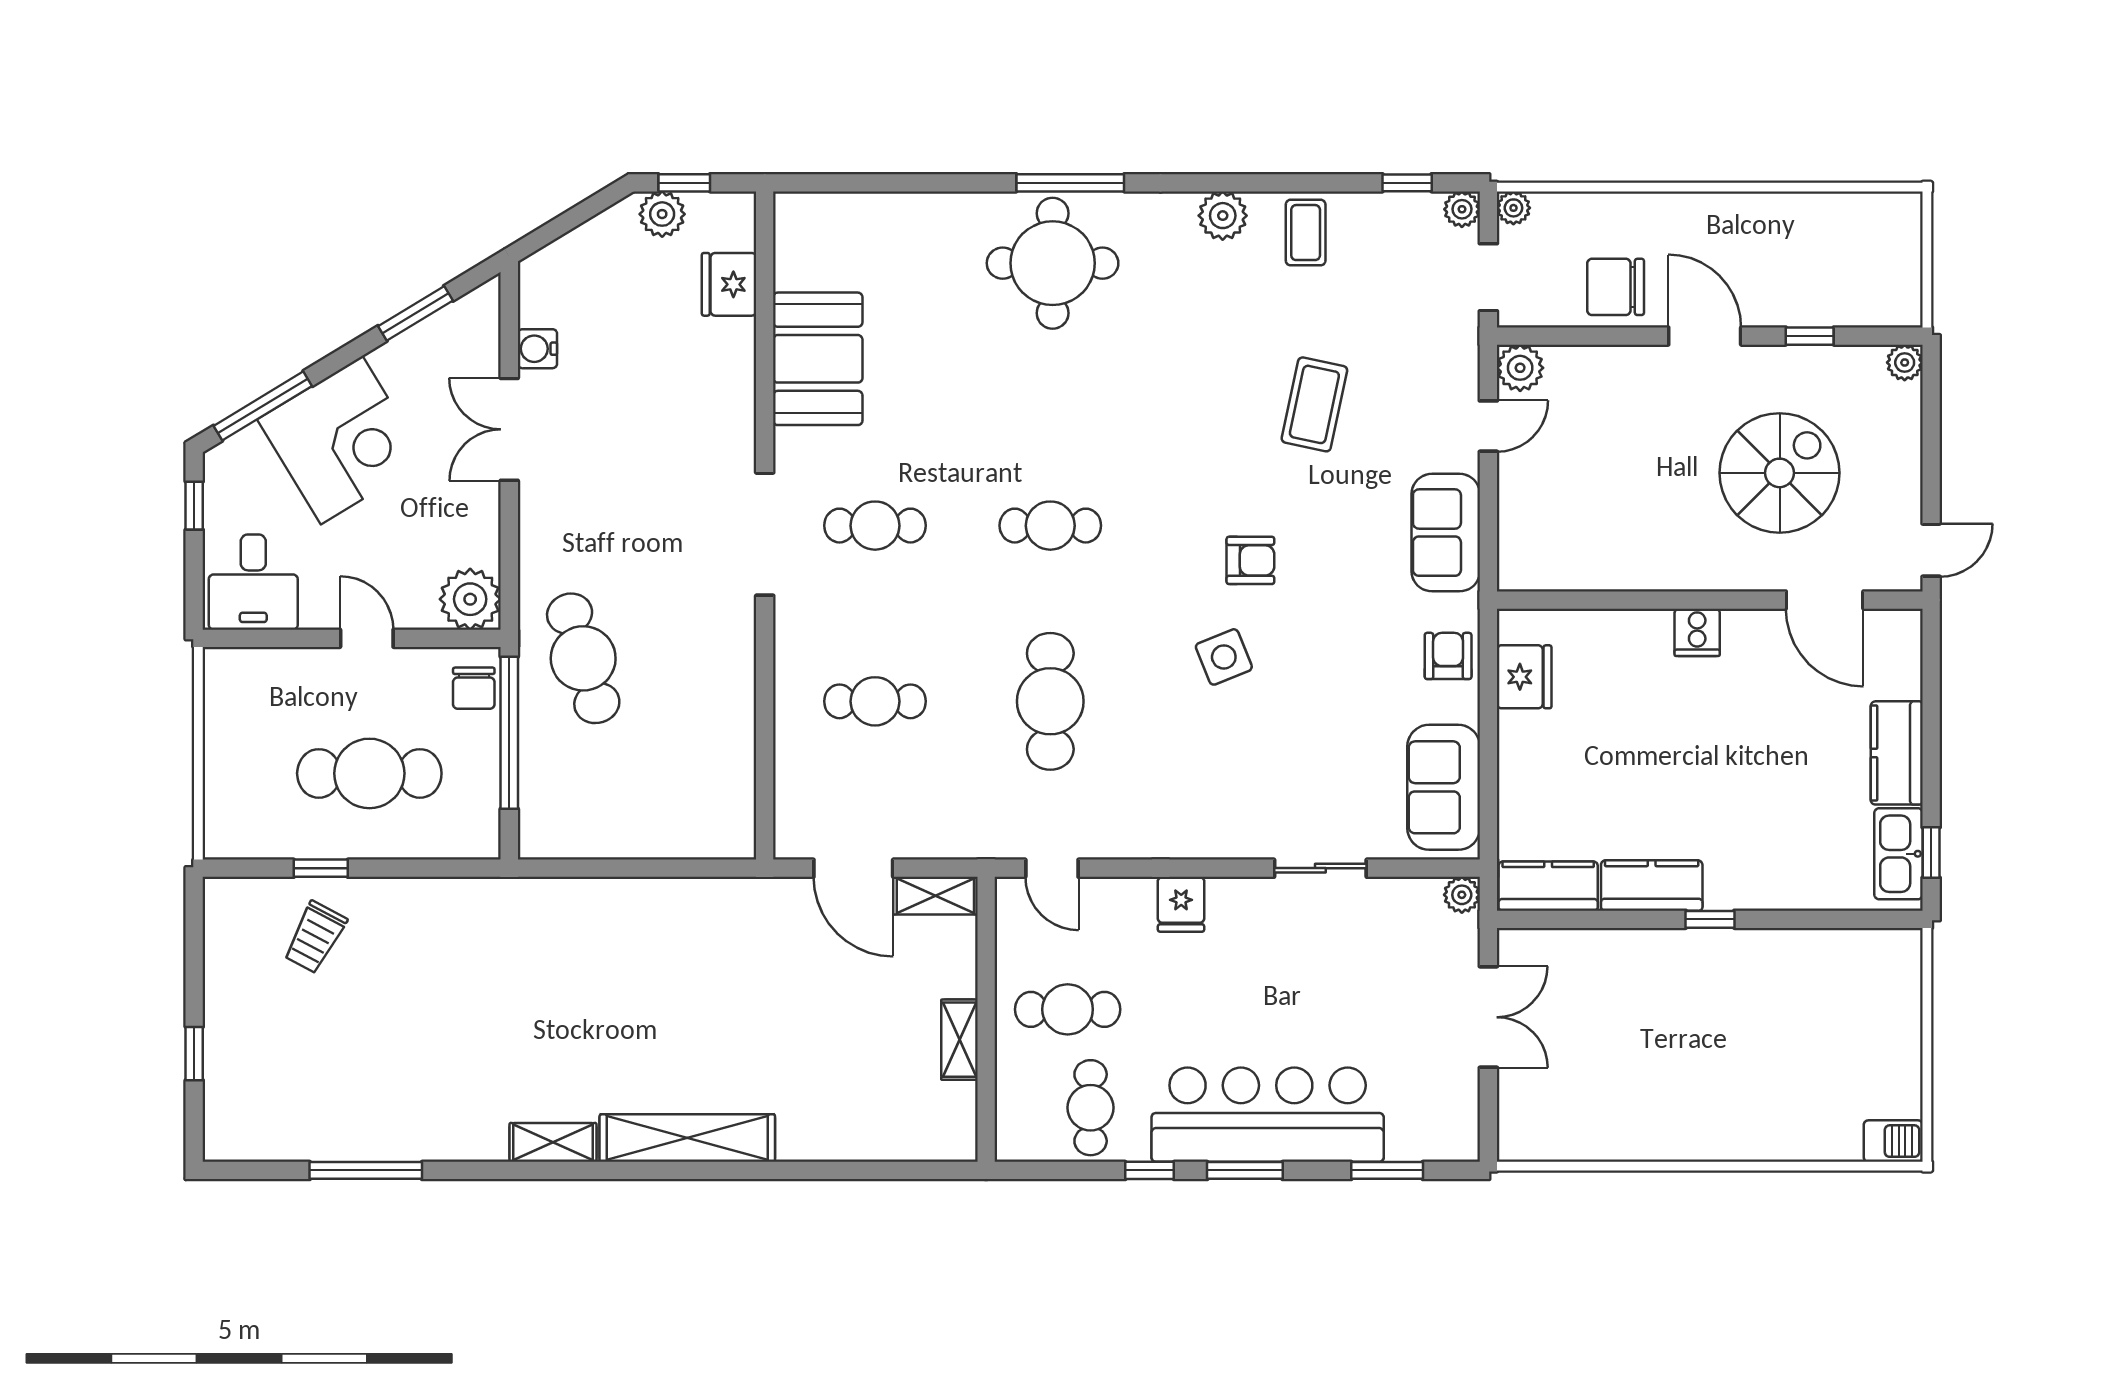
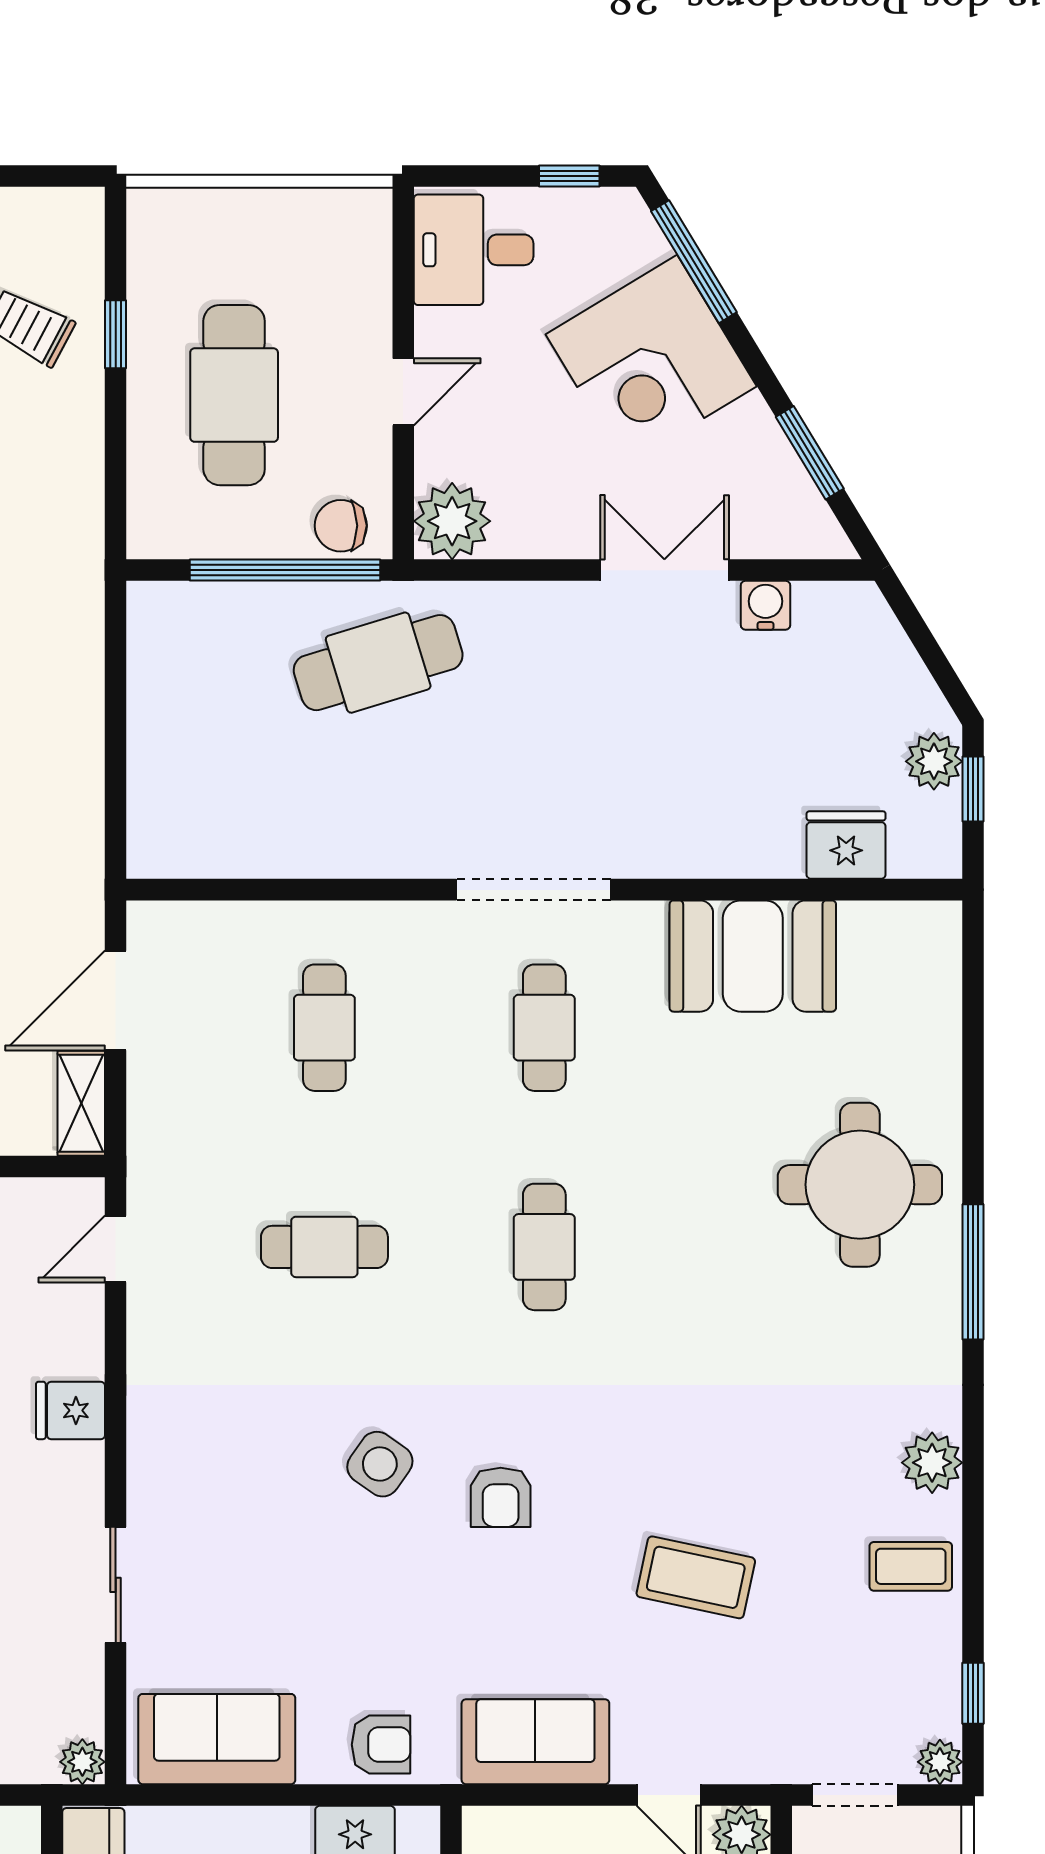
plant: (1513, 208) -> (942, 1826), removed
round table: (1053, 263) -> (860, 1185), moved
side table: (1224, 657) -> (380, 1464), turned -33
cafe table: (1050, 701) -> (324, 1247), width x0.73, depth x0.74

